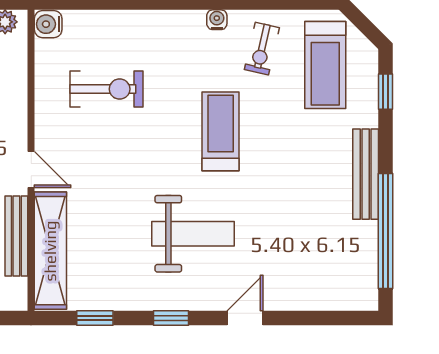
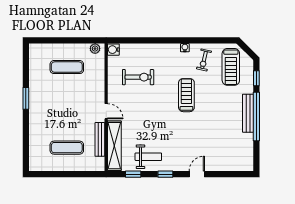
window: (385, 231) -> (256, 116), moved
weight bench: (193, 234) -> (148, 157), moved, width x0.73, depth x0.75

